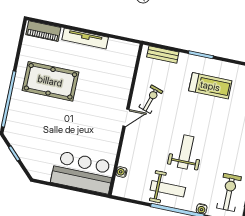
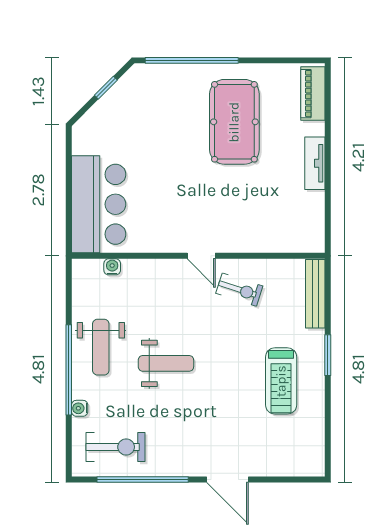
tv unit: (85, 39) -> (315, 163), width x0.71
bench: (163, 55) -> (315, 294), width x1.36

